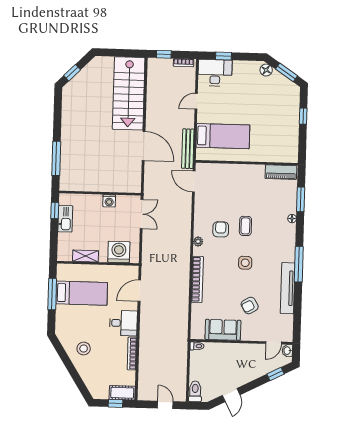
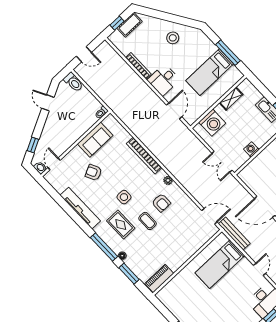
rug: (269, 244) -> (121, 225), added
window: (299, 264) -> (104, 247), moved
armchair: (250, 306) -> (94, 172), turned -86
cot: (122, 393) -> (130, 25), moved

